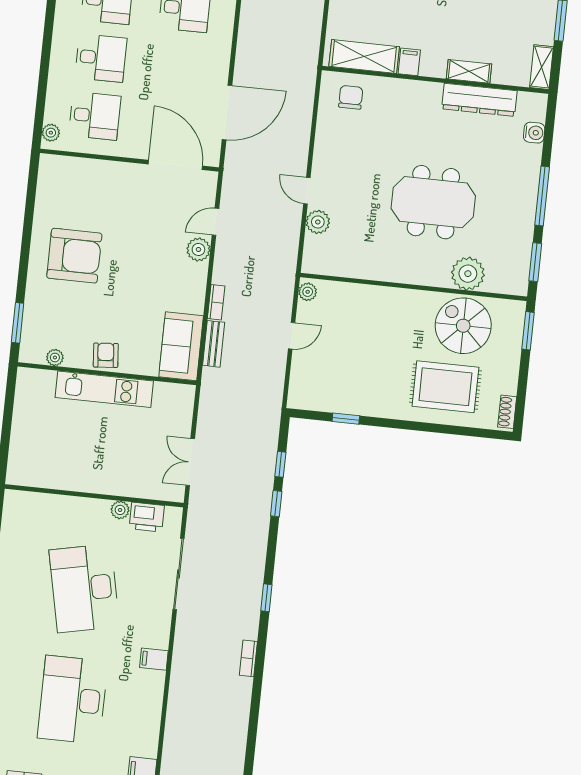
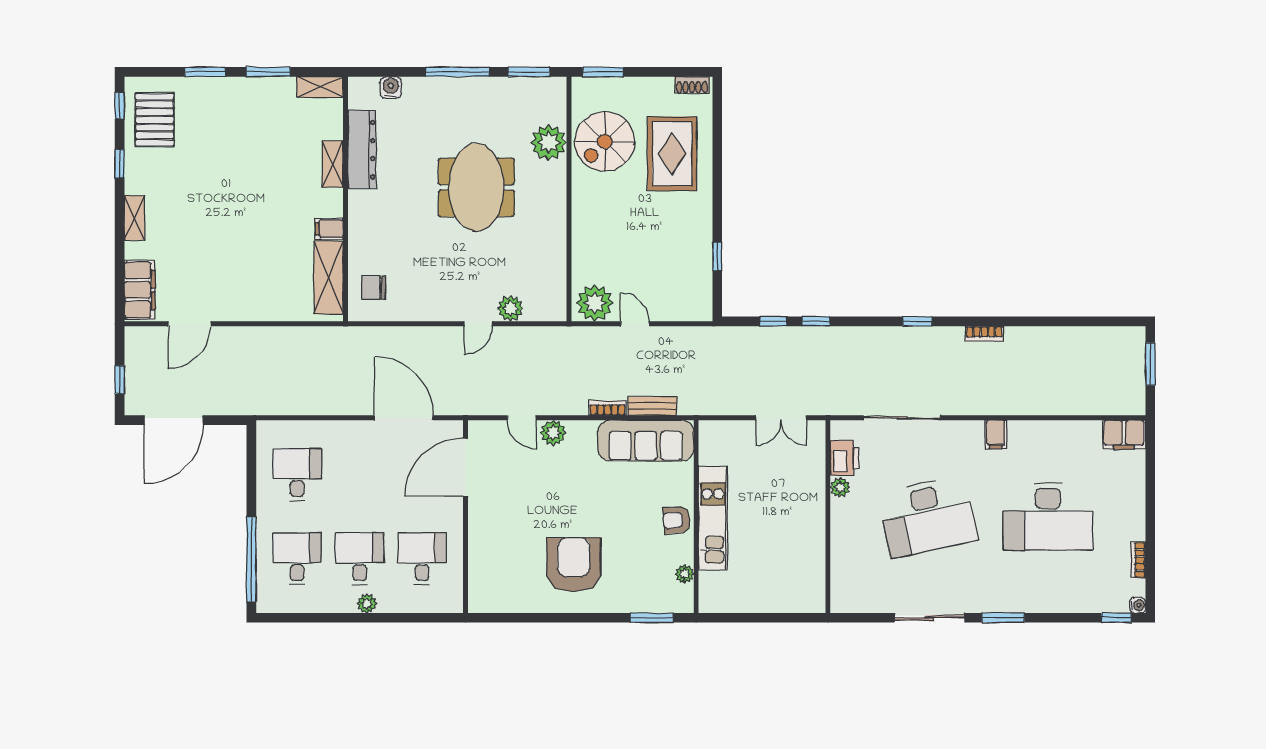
plant: (51, 133) -> (367, 604), moved
plant: (308, 292) -> (595, 303), width x1.87, depth x1.87
sofa: (181, 346) -> (646, 441), width x1.36

